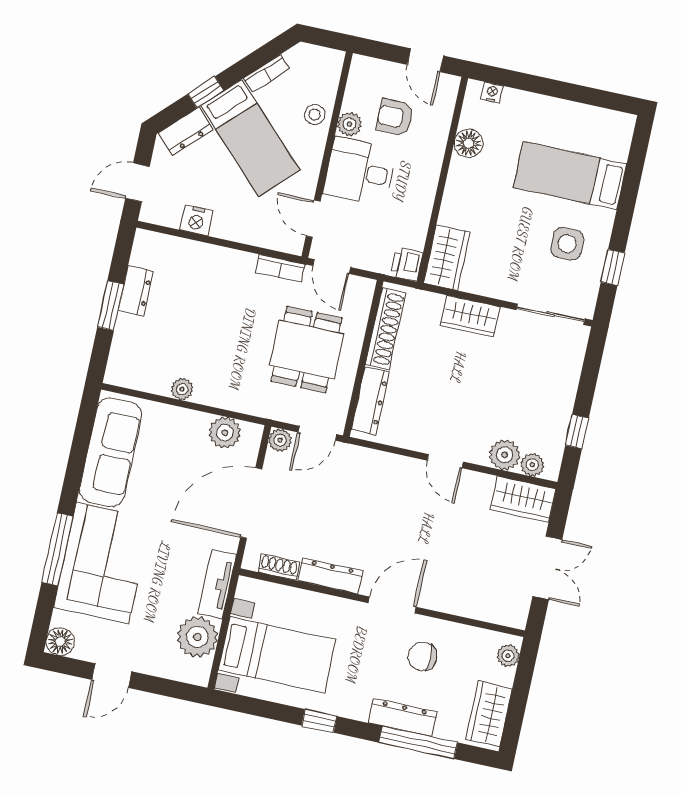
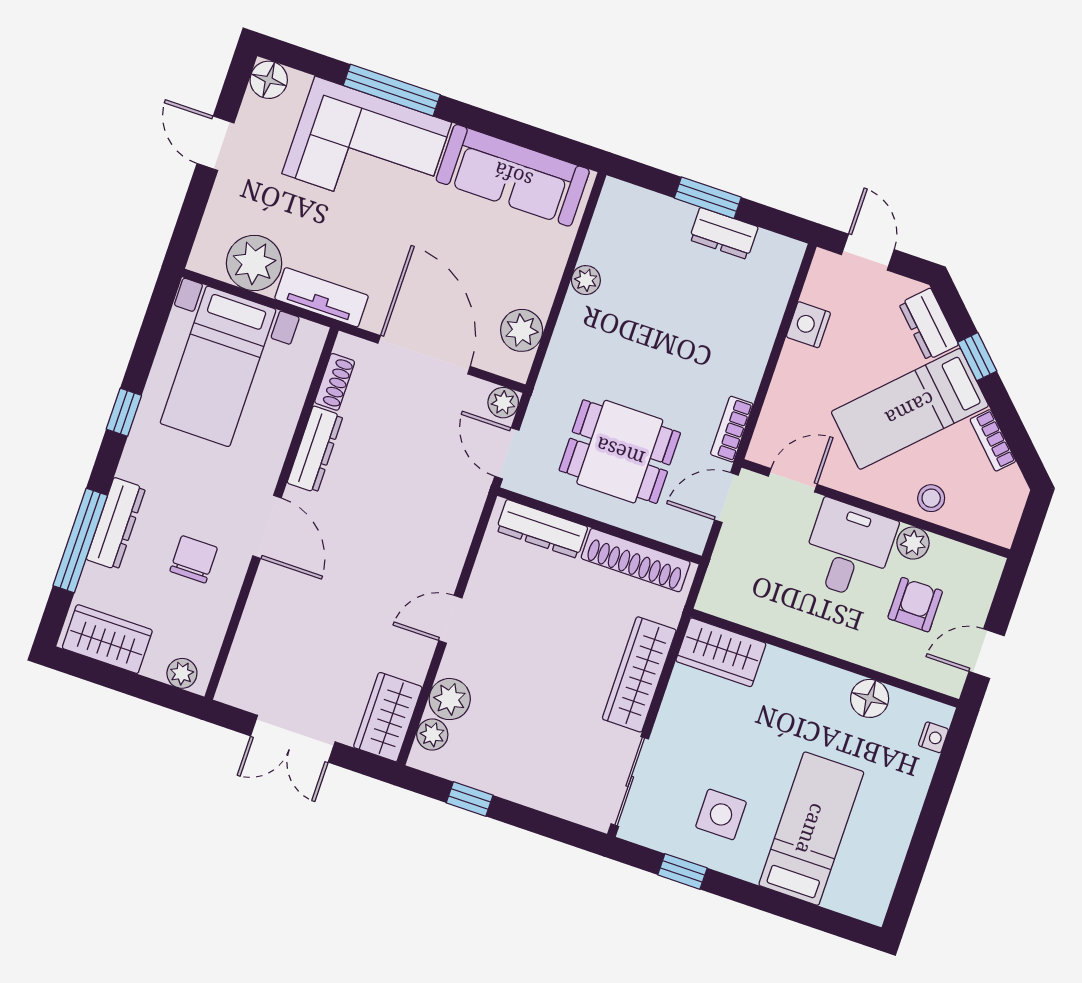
printer: (407, 264) -> (718, 598), removed
wardrobe: (470, 316) -> (639, 674), width x1.50

